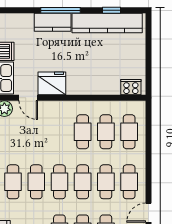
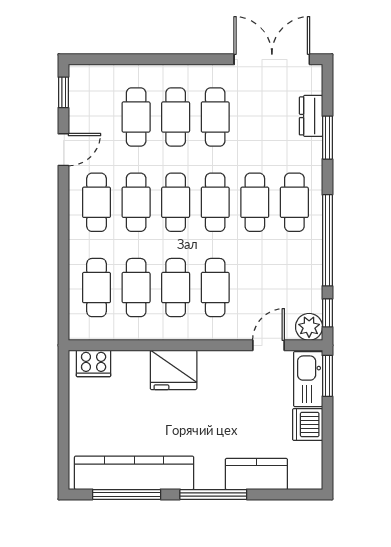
window: (111, 10) -> (127, 494), width x2.17
kitchen counter: (53, 22) -> (256, 474), moved
fridge: (52, 83) -> (174, 370), moved
door: (28, 98) -> (268, 345), hinge flipped
cafe table: (59, 132) -> (215, 288), added

